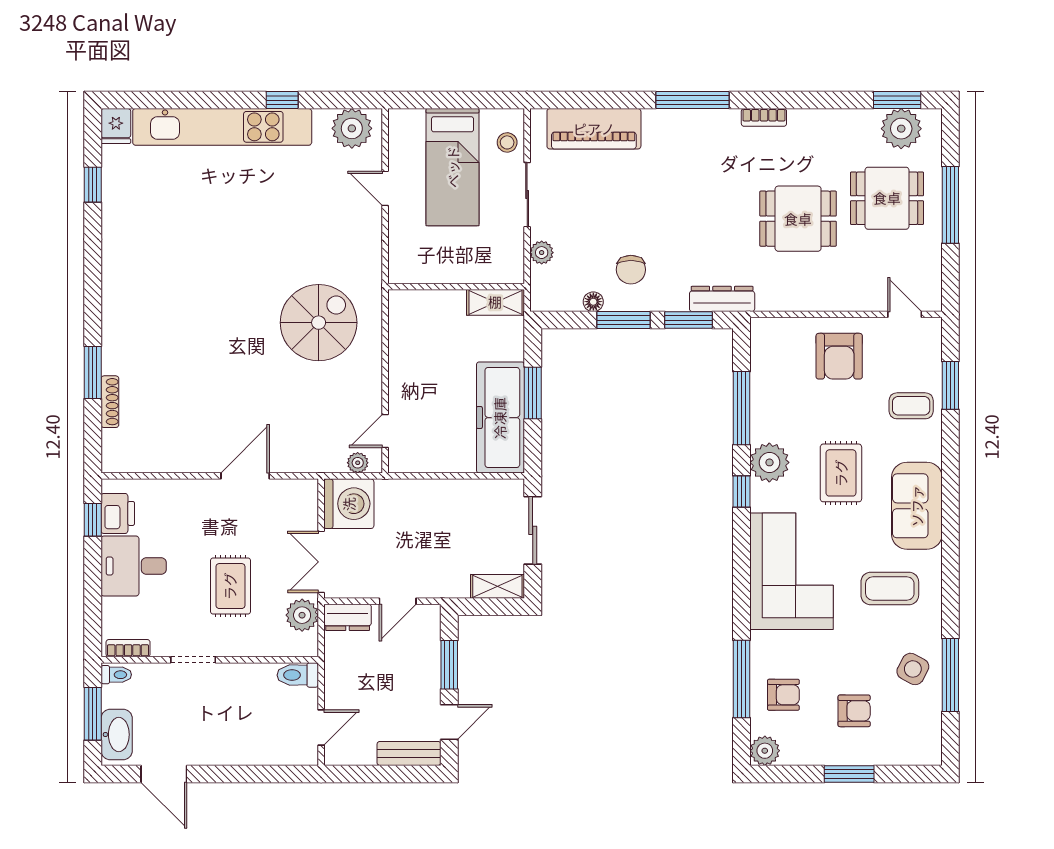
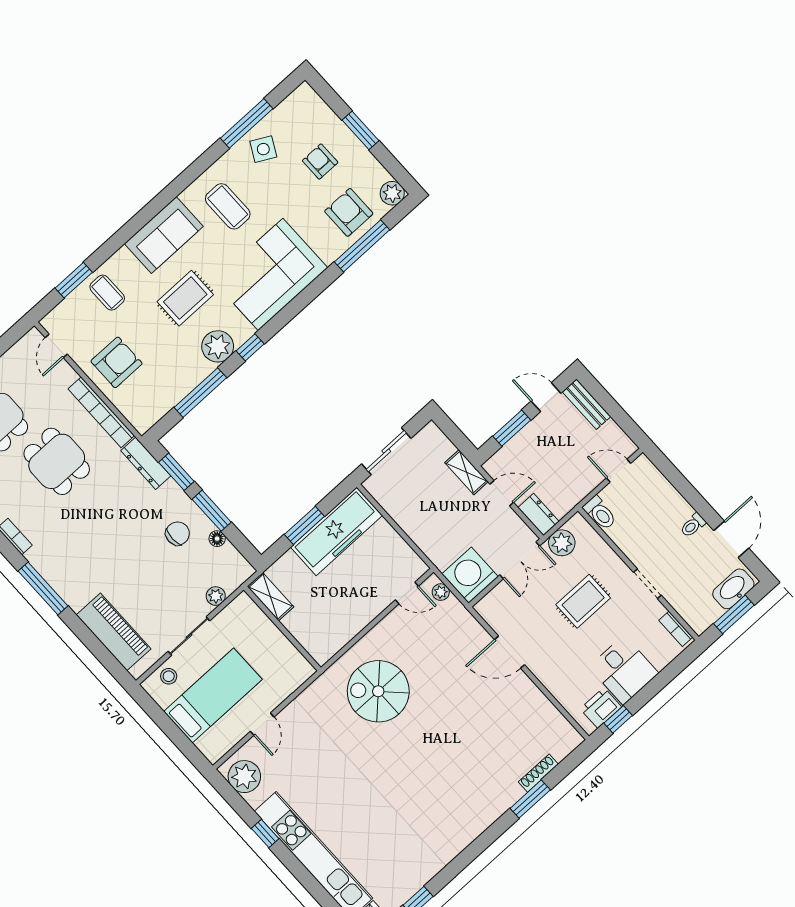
bookcase: (806, 300) -> (101, 412), added
shelving: (497, 586) -> (466, 472), moved
toilet: (116, 675) -> (693, 525), moved, turned -90
armchair: (783, 695) -> (349, 212), width x1.38, depth x1.38

